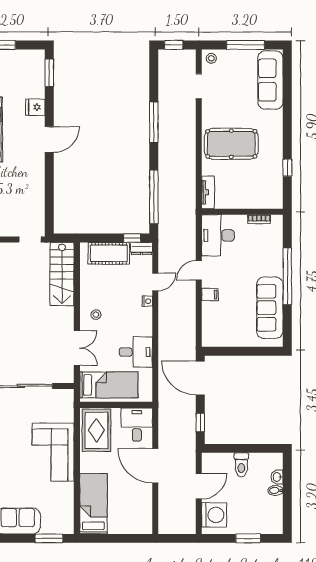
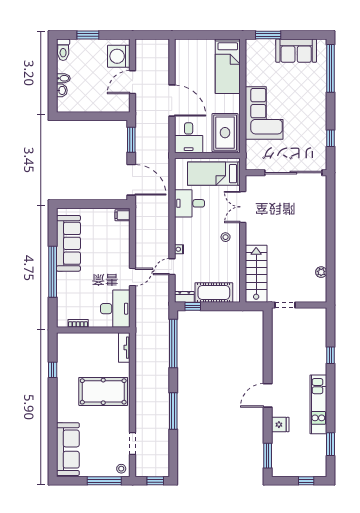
window: (246, 45) -> (104, 481), moved
filing cabinet: (210, 295) -> (123, 215), moved
window: (200, 422) -> (131, 140), width x1.50
toilet: (241, 465) -> (63, 50), moved, turned 180

